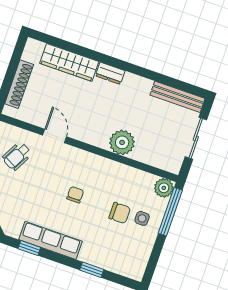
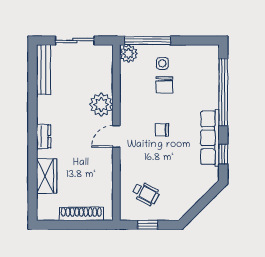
wardrobe: (69, 62) -> (47, 176), width x0.67
door: (55, 136) -> (116, 136), moved
chair: (120, 213) -> (164, 85), turned 180
window: (92, 270) -> (223, 92), width x3.17

